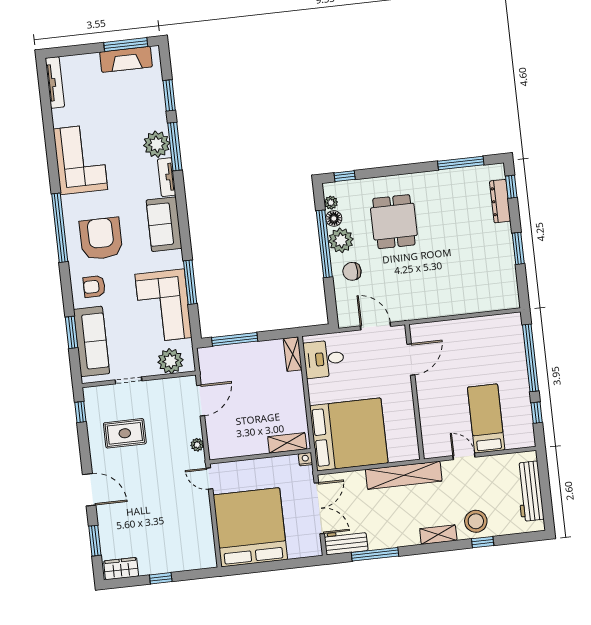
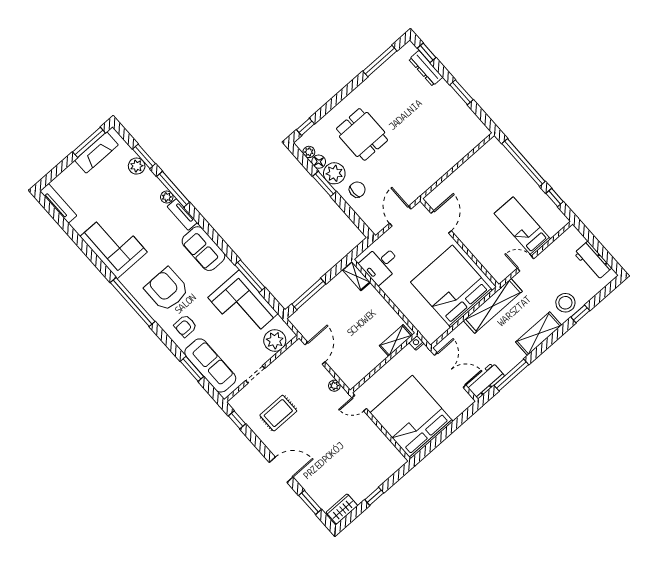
plant: (156, 100) -> (137, 166), added
plant: (157, 144) -> (167, 197), width x0.53, depth x0.53
window: (324, 244) -> (324, 184), width x0.47
chair: (352, 271) -> (357, 190), turned 180
door: (376, 326) -> (400, 216), hinge flipped
bed: (349, 434) -> (451, 286), moved, turned -90
workbench: (530, 491) -> (593, 261), width x0.73
shelving: (438, 535) -> (539, 334), width x1.50, depth x1.33

